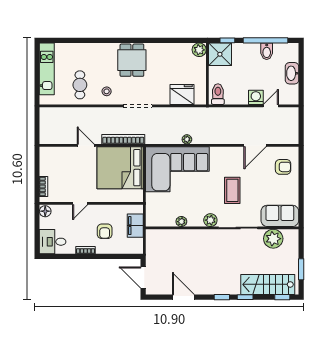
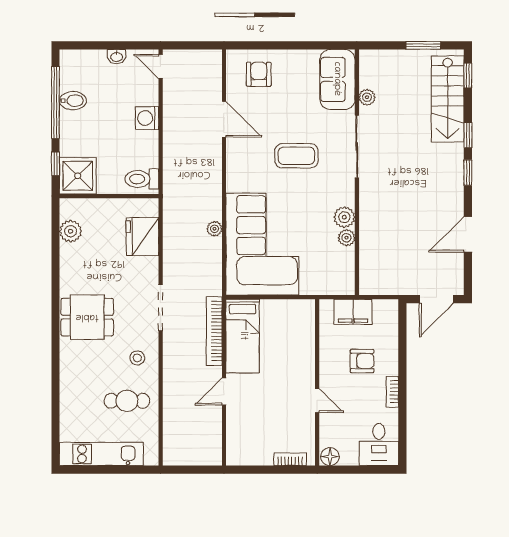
plant: (199, 50) -> (71, 231), moved
washbasin: (292, 73) -> (117, 57), width x0.52, depth x0.69
door: (271, 106) -> (161, 66), moved
bed: (120, 168) -> (243, 336), width x0.49
plant: (210, 220) -> (344, 217), moved
plant: (273, 239) -> (367, 97), width x0.53, depth x0.53

